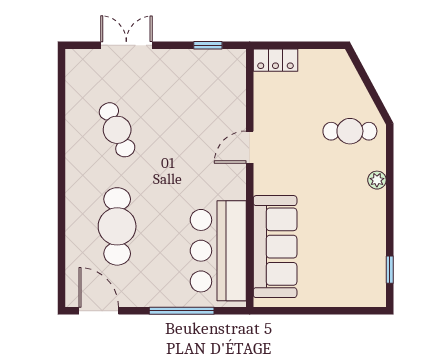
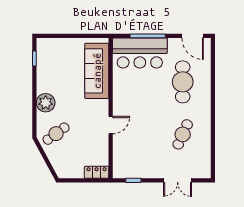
cafe table: (117, 130) -> (183, 134), turned 48
cafe table: (350, 131) -> (56, 134), turned -36
plant: (377, 180) -> (46, 103), width x1.88, depth x1.88
bar counter: (218, 251) -> (140, 53), moved, turned 90

